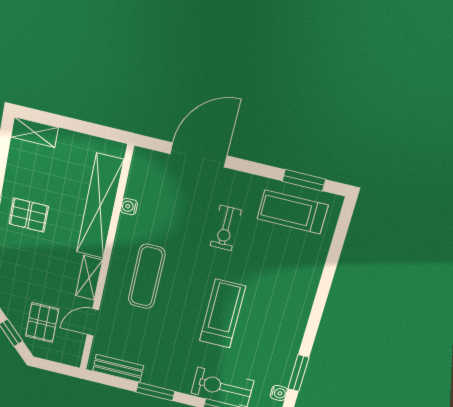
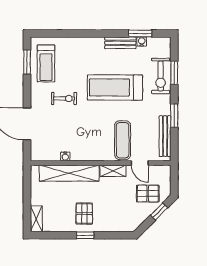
exercise mat: (147, 276) -> (123, 140), moved, turned 90
treadmill: (223, 314) -> (115, 87), width x1.37, depth x1.38
bench: (292, 340) -> (120, 43), added
bench: (118, 368) -> (165, 136), width x1.36
water cooler: (279, 393) -> (142, 42), moved

